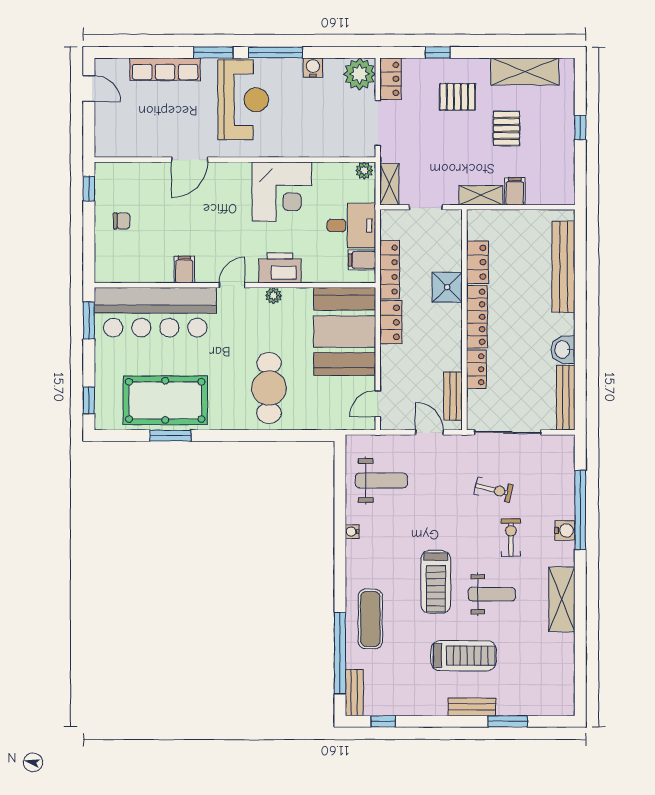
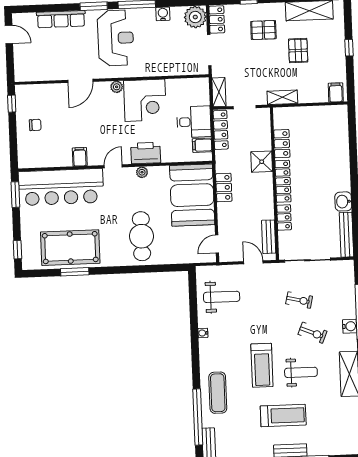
plant: (364, 170) -> (117, 87), moved
filing cabinet: (515, 191) -> (336, 92), moved
bench: (563, 267) -> (341, 144), removed
locker: (390, 270) -> (221, 130), moved
exercise bike: (511, 538) -> (313, 333), turned 113

